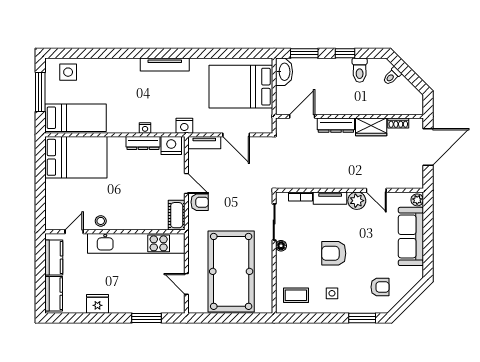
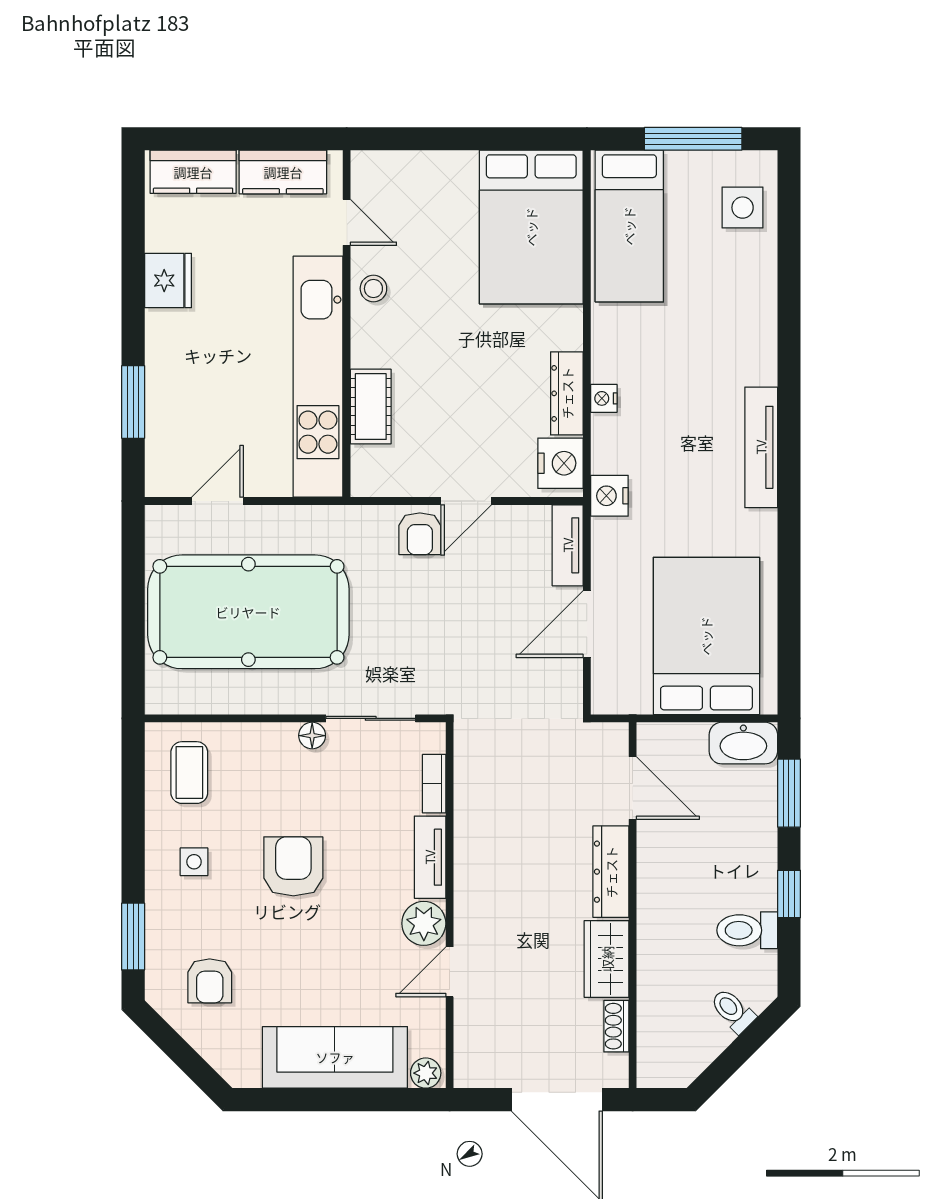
cot: (177, 215) -> (371, 407), moved, turned 90

